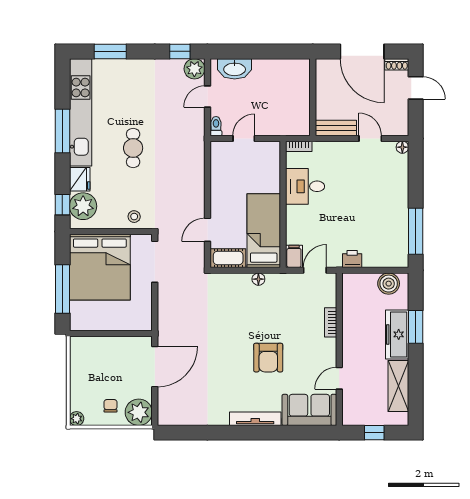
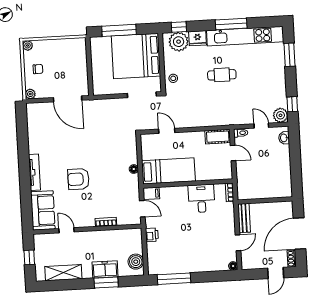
washbasin: (235, 69) -> (284, 138), width x0.52, depth x0.69
cot: (228, 258) -> (218, 137), moved, turned 90
freezer: (397, 334) -> (105, 269), width x0.71
plant: (139, 412) -> (30, 94), width x0.53, depth x0.53

